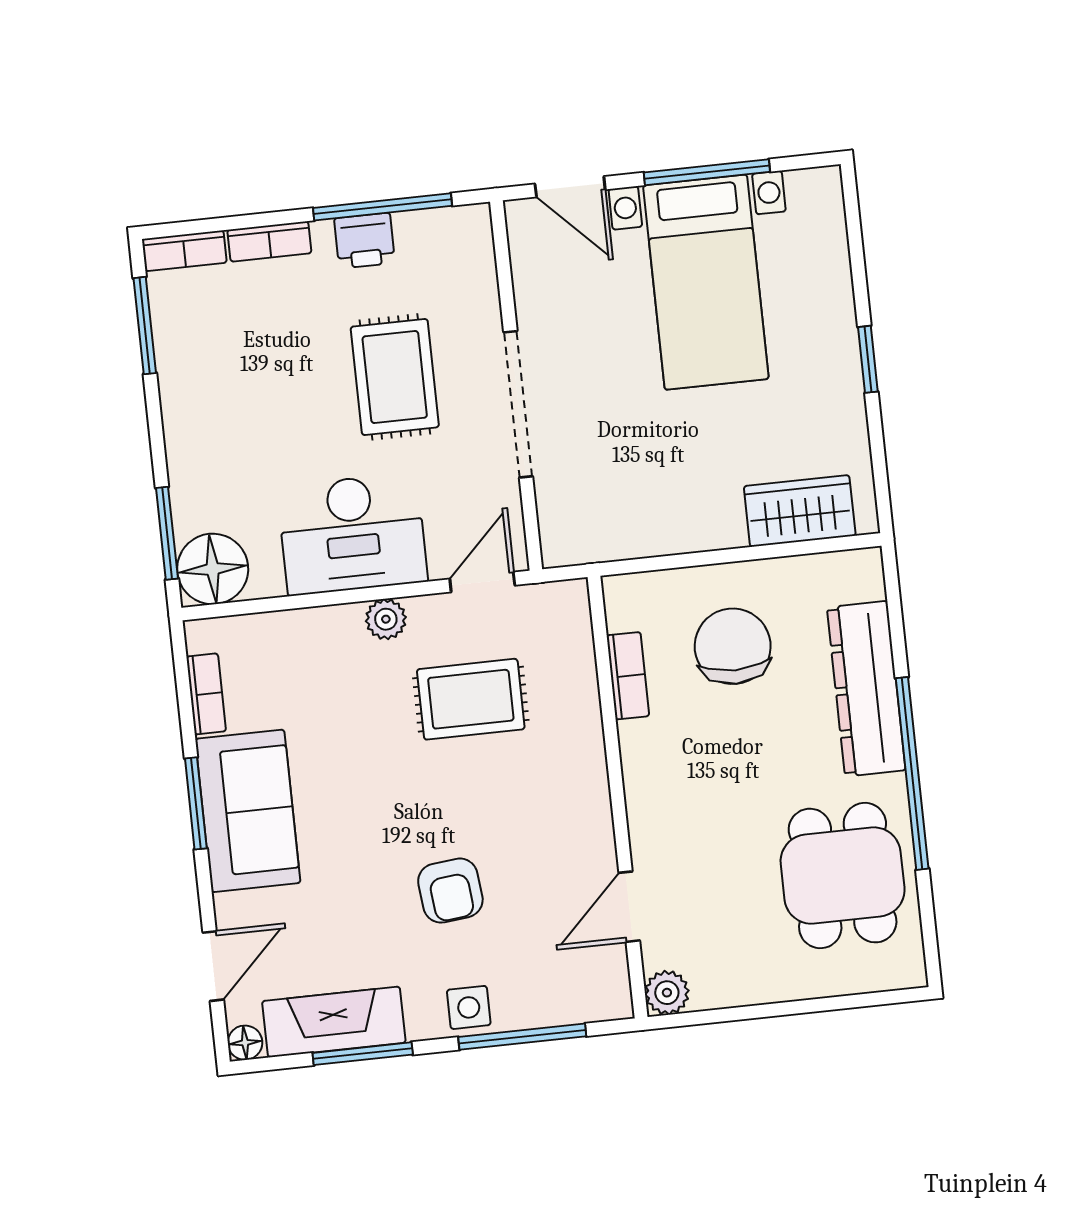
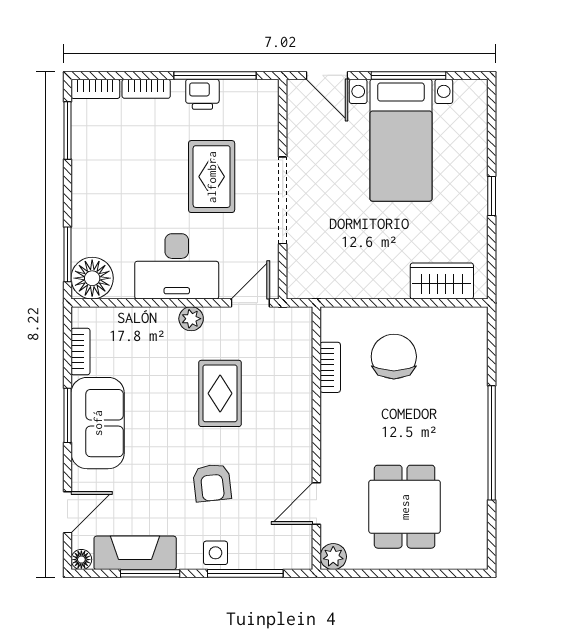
dresser: (866, 689) -> (470, 390), removed
rug: (471, 699) -> (220, 393), moved, turned 90
dining table: (843, 876) -> (405, 507), moved

